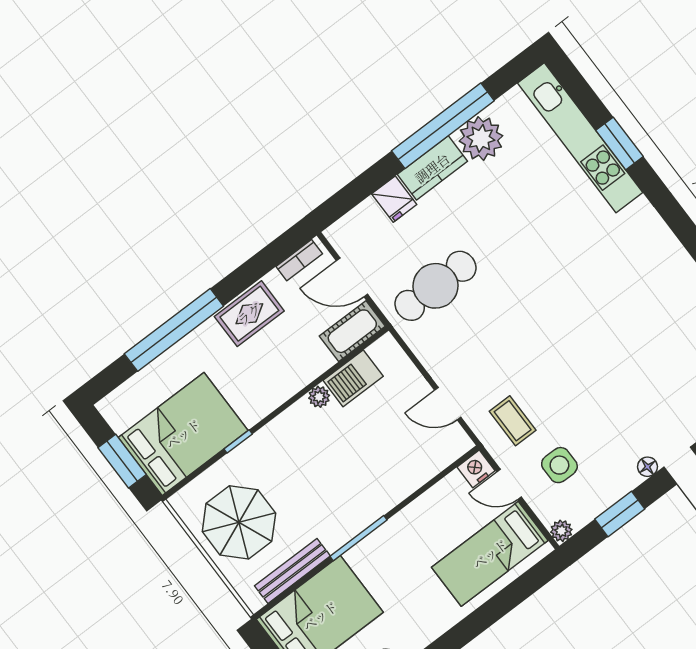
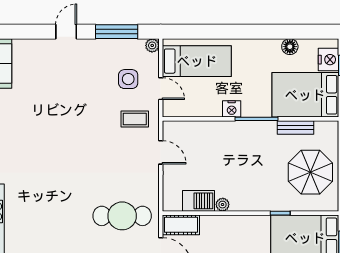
coffee table: (513, 421) -> (135, 119), turned 90
floor lamp: (648, 467) -> (85, 45), removed
nightstand: (476, 469) -> (232, 109), moved
window: (620, 514) -> (117, 32), width x1.44
bench: (292, 571) -> (295, 128), width x0.73

